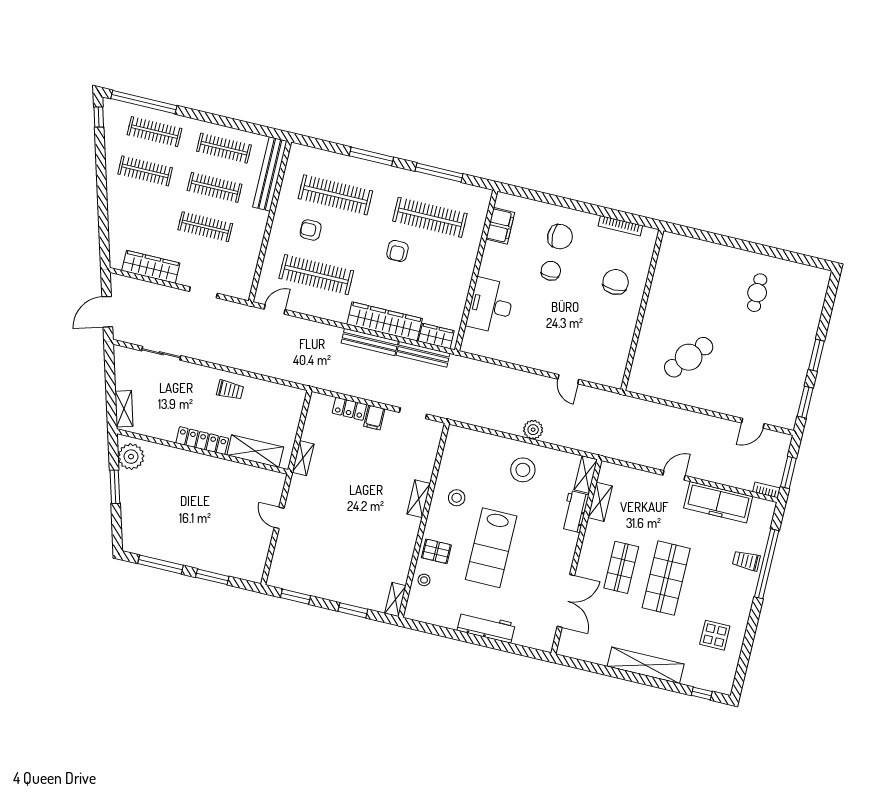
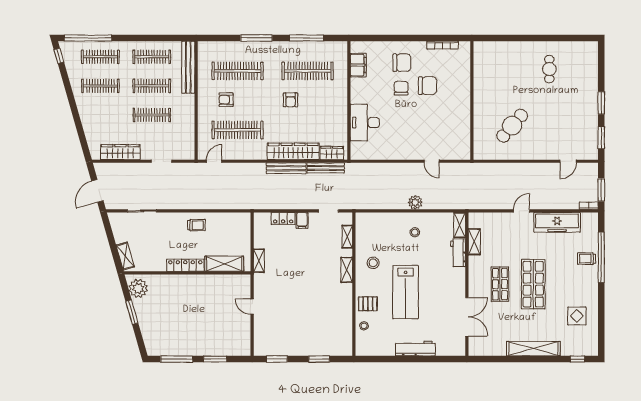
chair: (616, 282) -> (428, 86), moved, turned 90
stool: (523, 470) -> (415, 232), width x0.53, depth x0.53
shelving: (395, 600) -> (347, 237), moved

